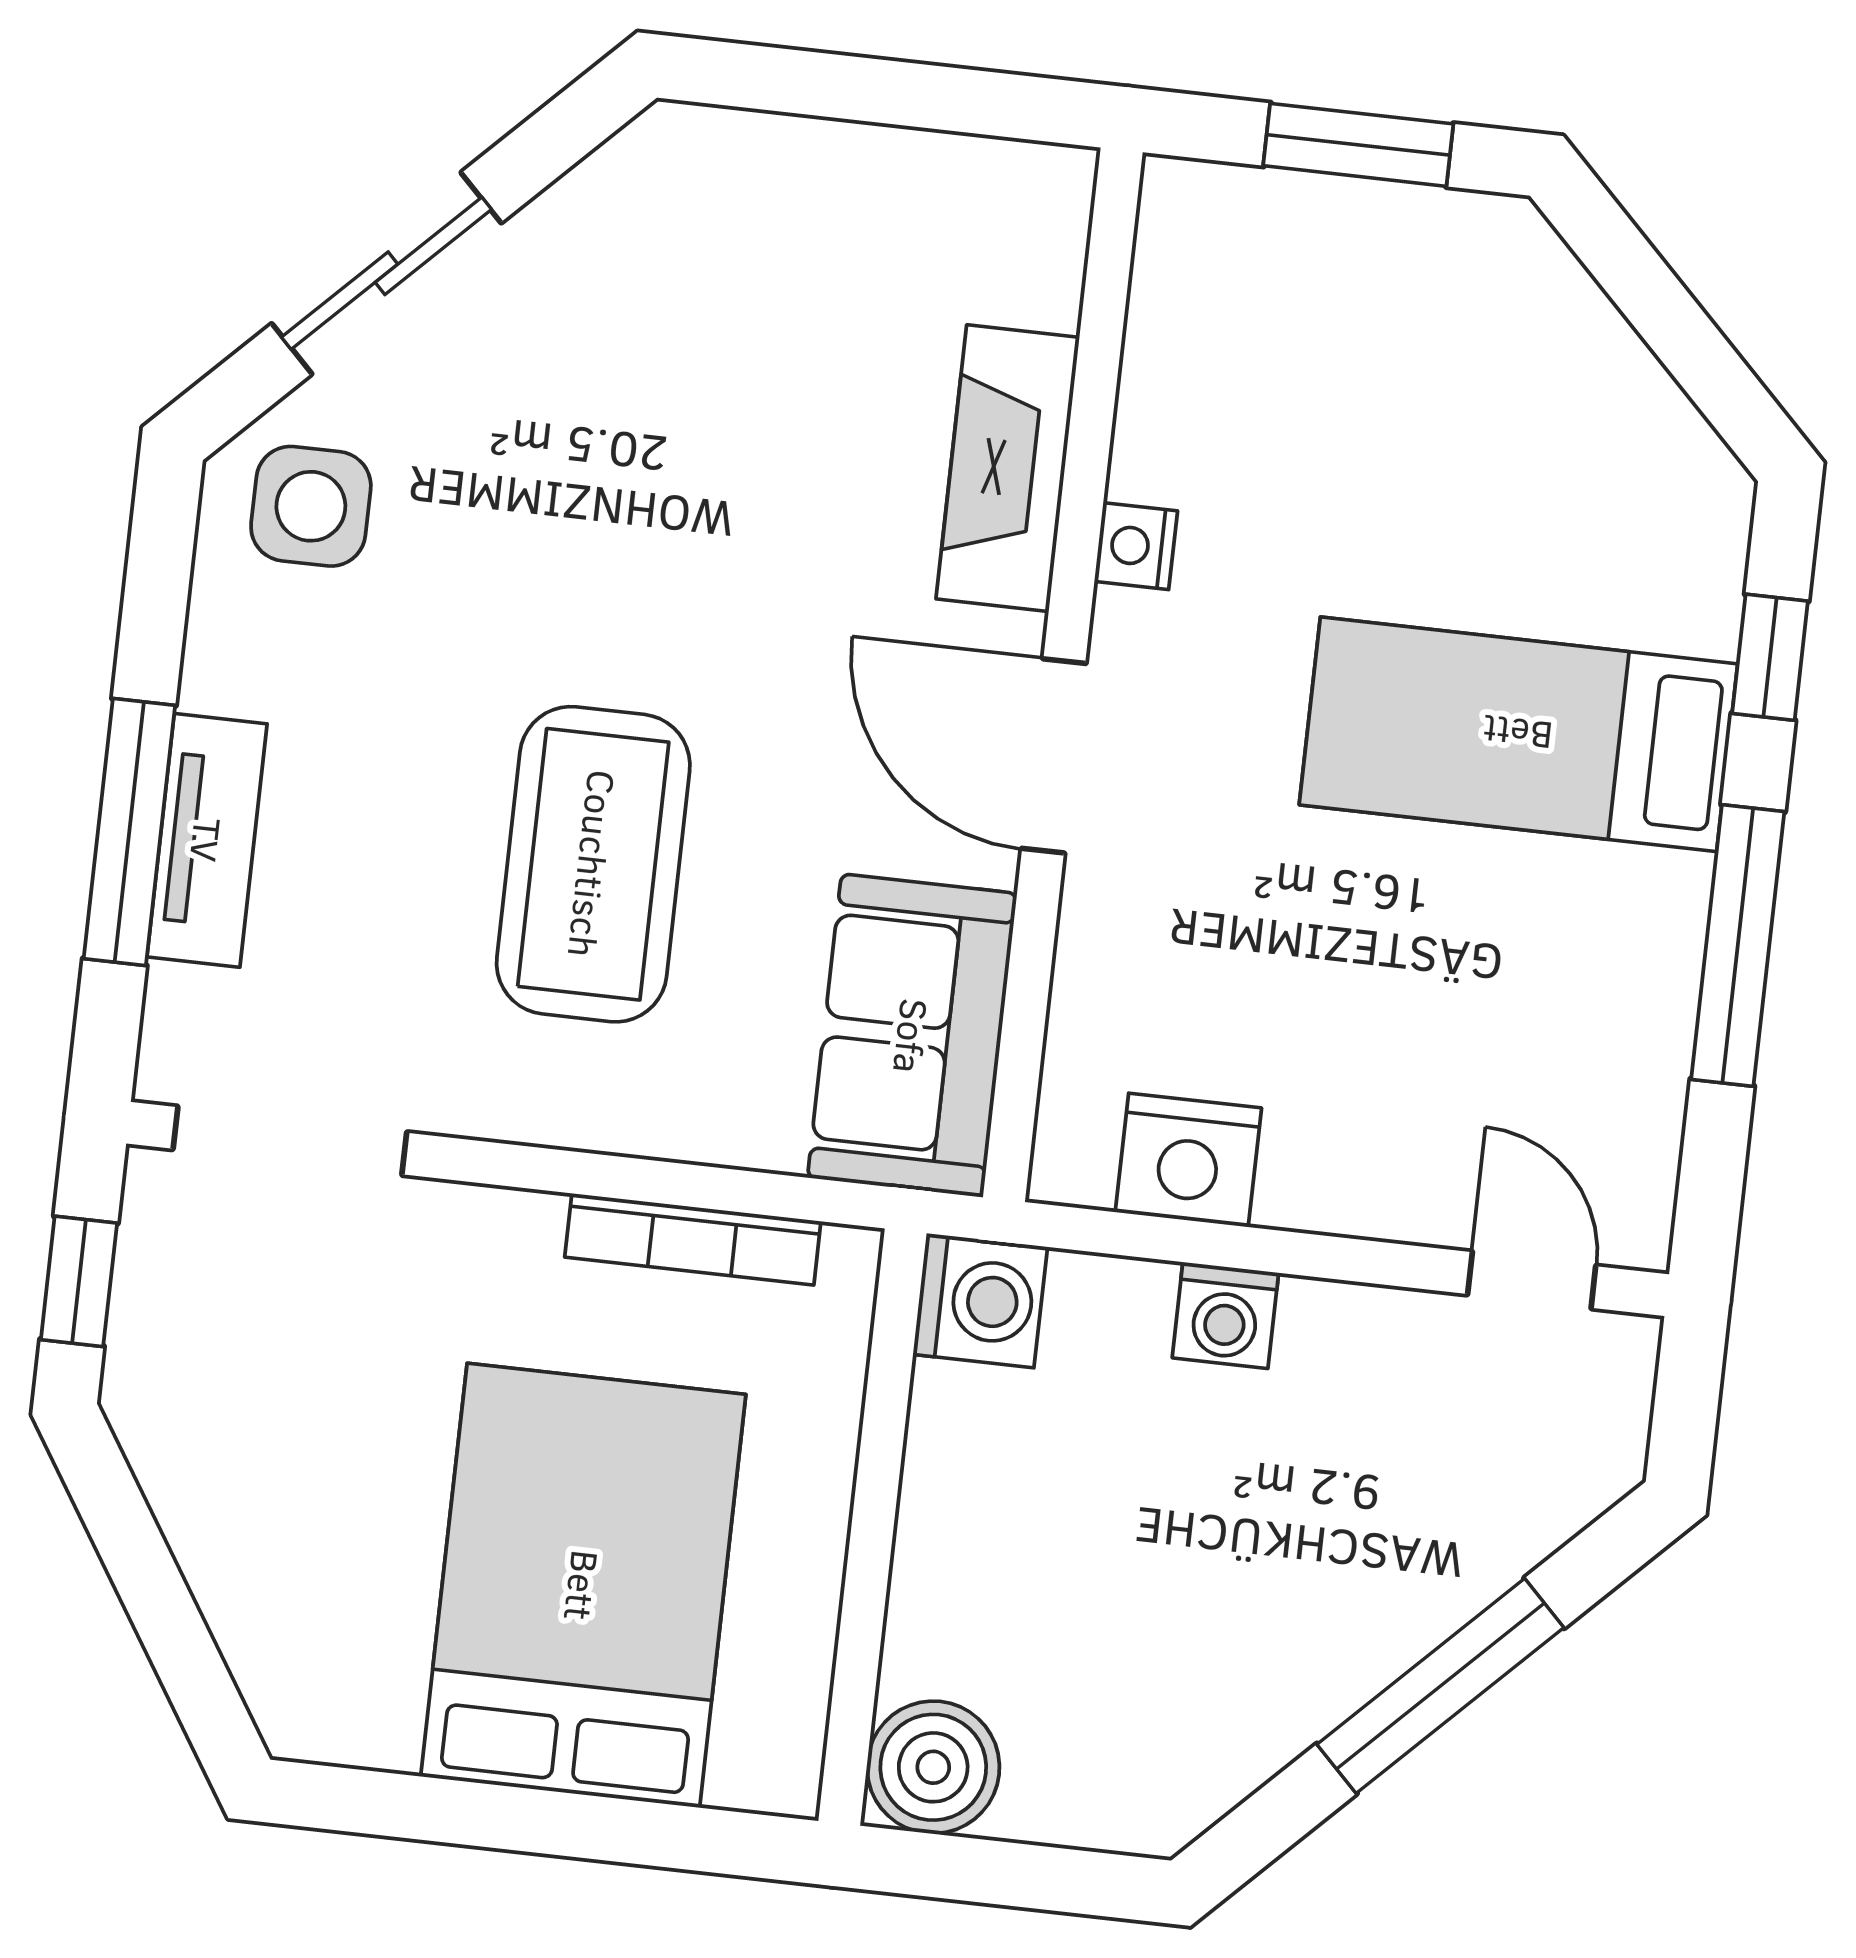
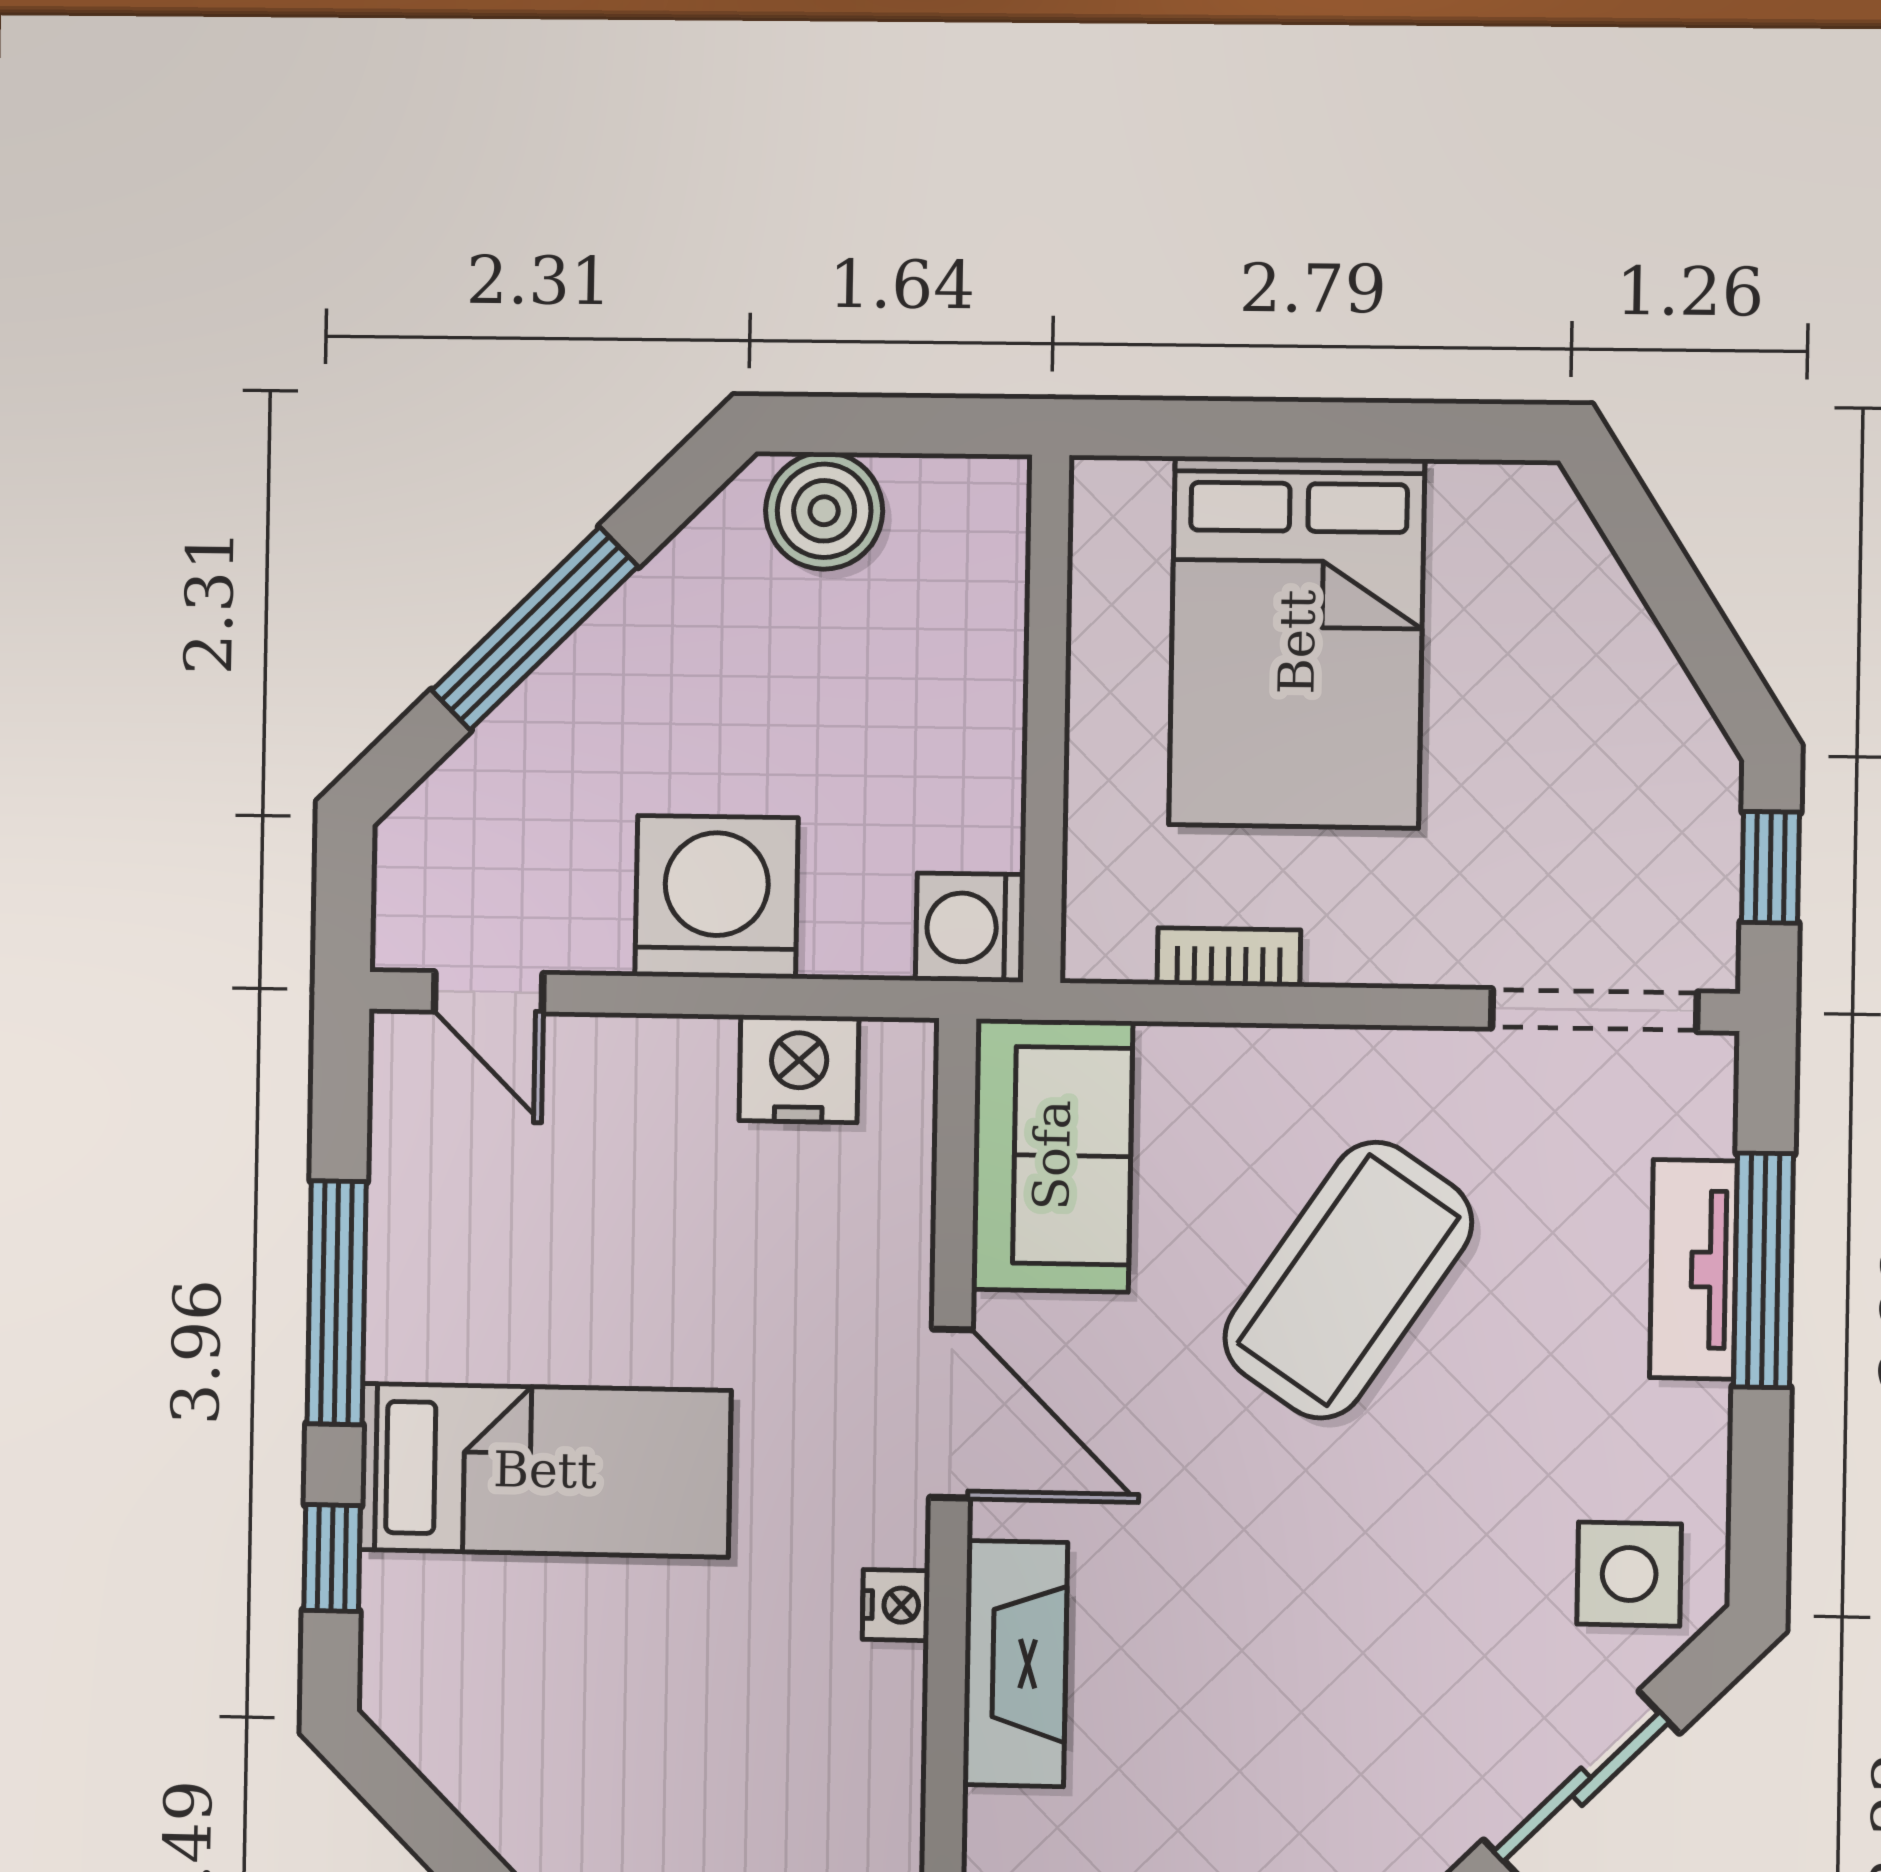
coffee table: (593, 864) -> (1348, 1280), turned 34
bookcase: (693, 1239) -> (1229, 957), width x0.64
washing machine: (1225, 1315) -> (716, 897), width x1.89, depth x1.89
boiler: (933, 1767) -> (824, 511), moved

